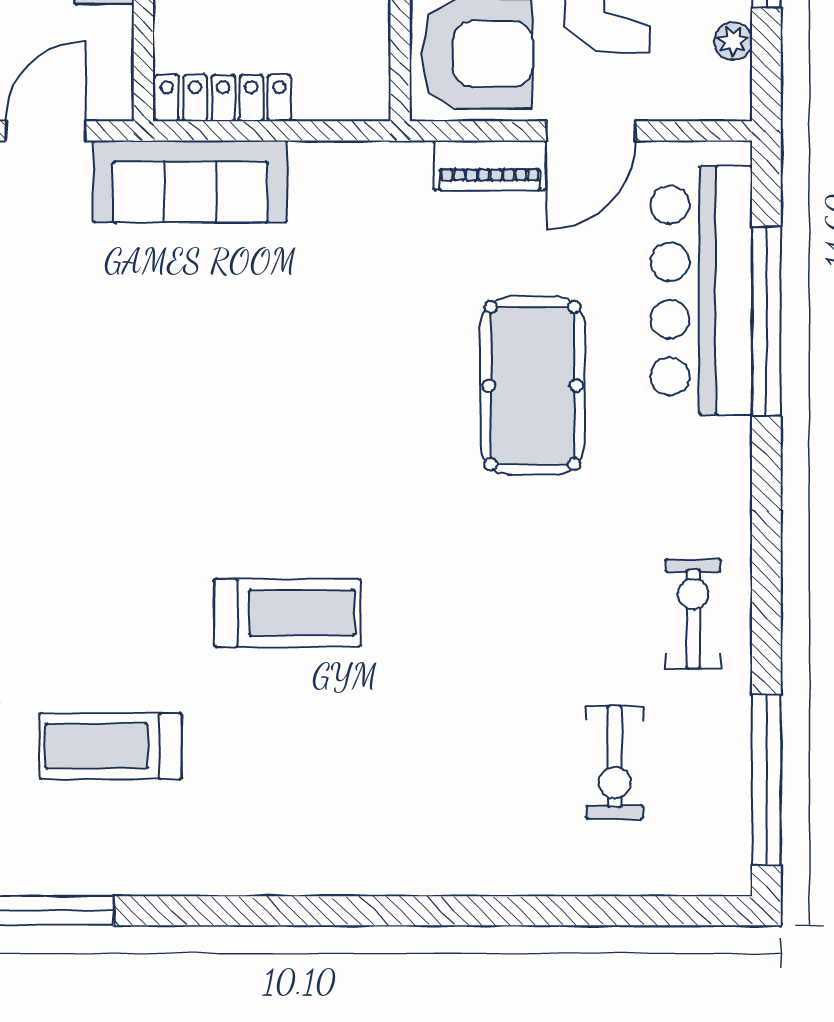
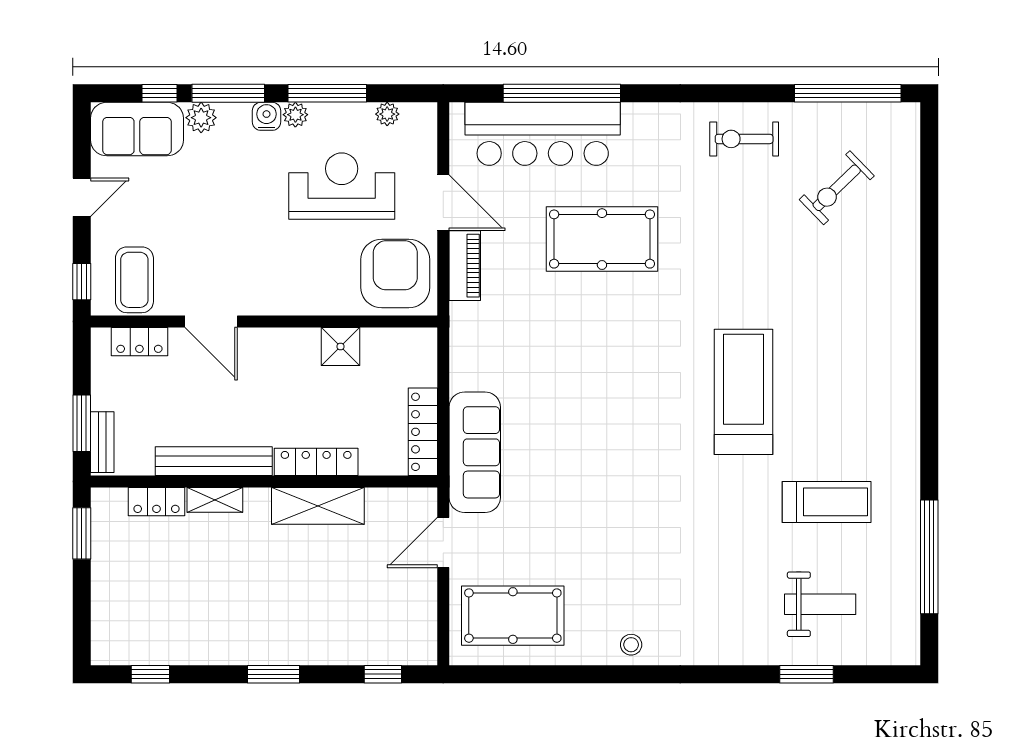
door: (46, 131) -> (443, 542), hinge flipped
treadmill: (287, 613) -> (744, 392), width x1.37, depth x1.38
treadmill: (111, 746) -> (827, 502), turned -90
exercise bike: (615, 762) -> (837, 188), turned 136

